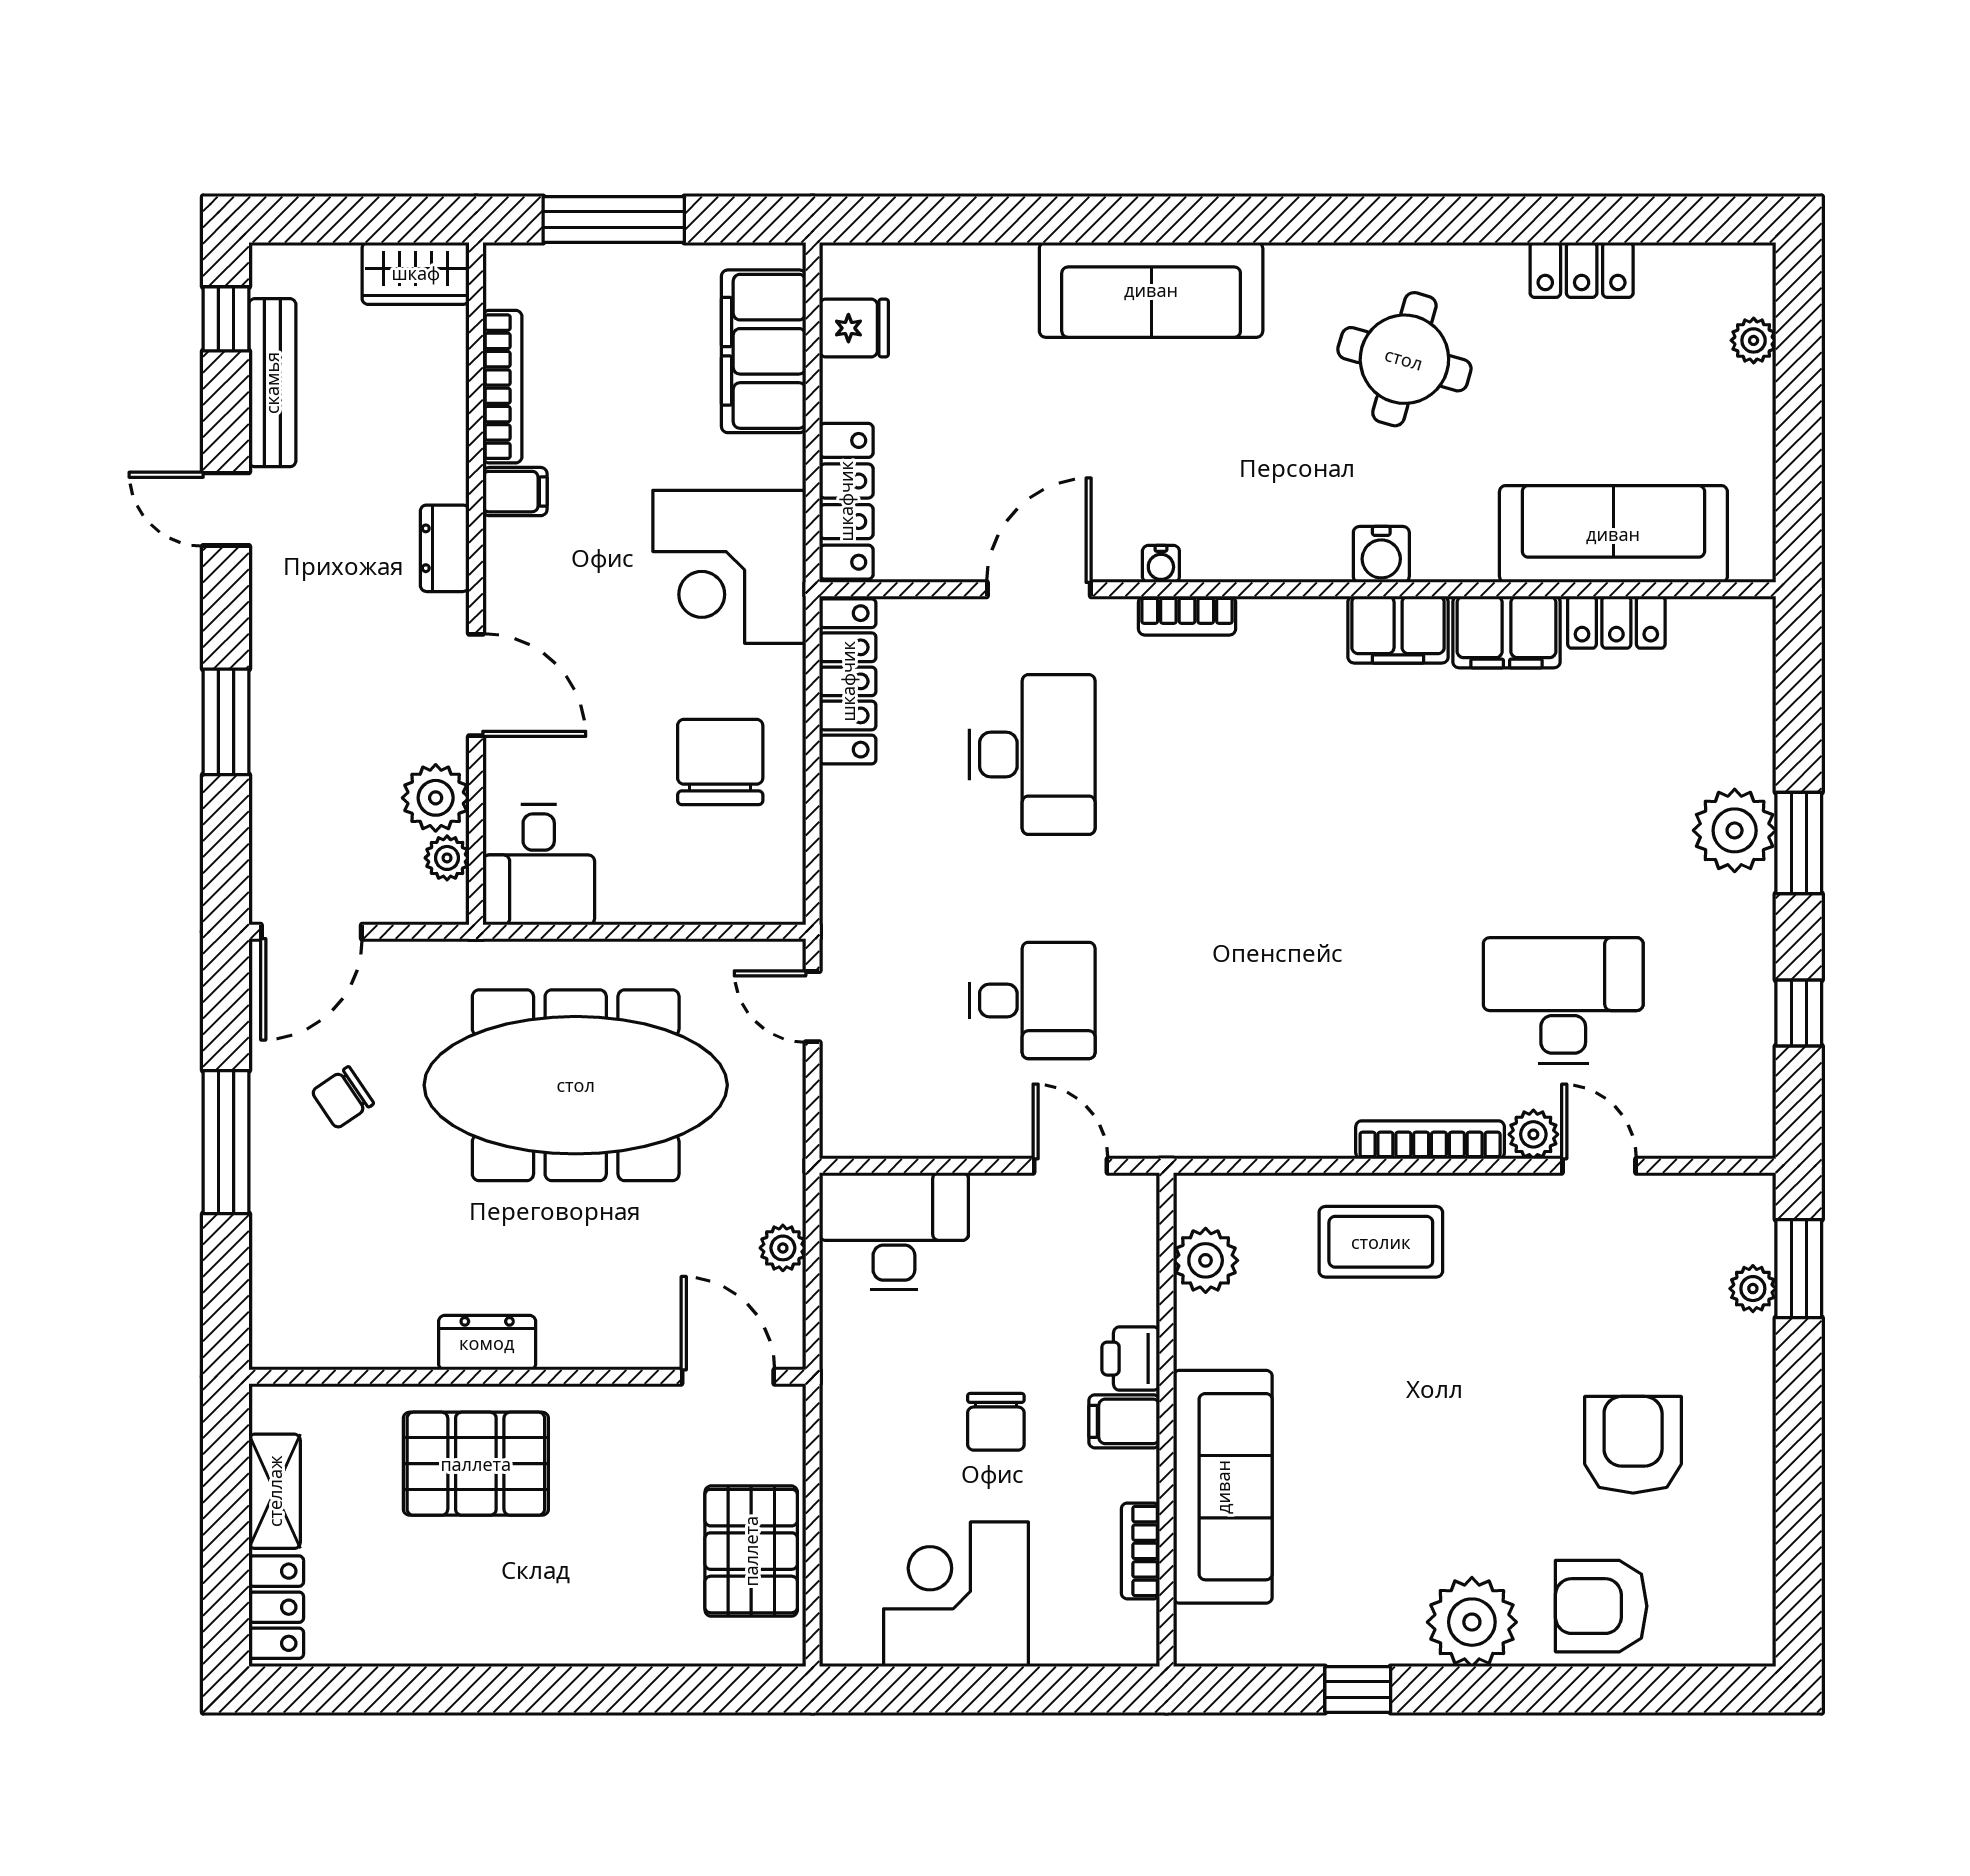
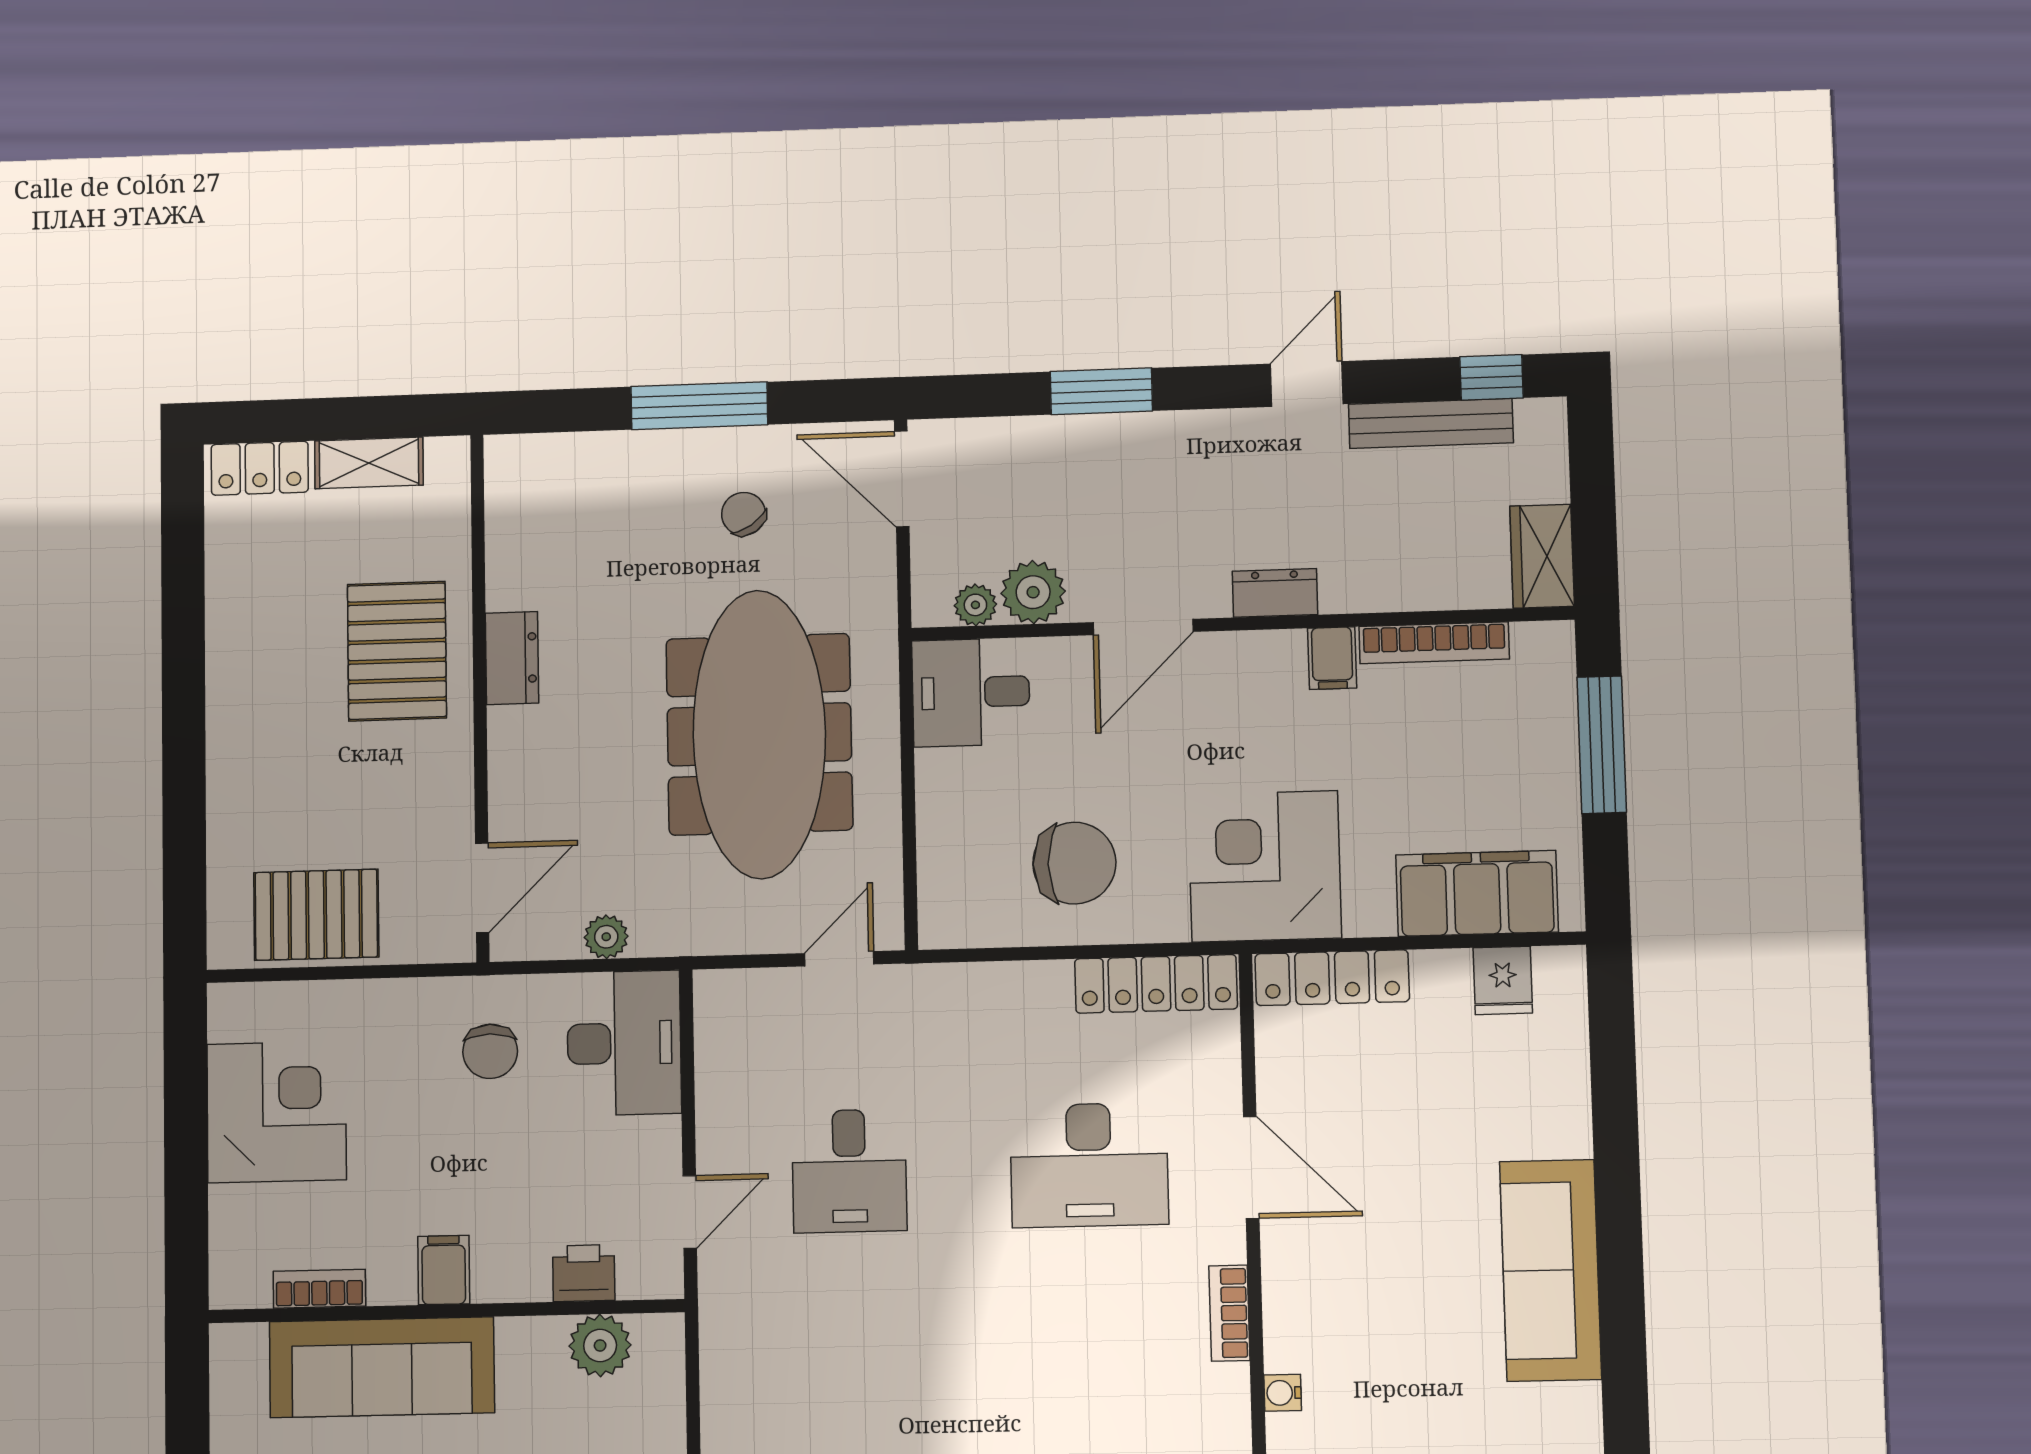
water cooler: (1161, 564) -> (1283, 1393), moved
printer: (1131, 1359) -> (584, 1273), moved
chair: (996, 1422) -> (490, 1051), moved, turned -90

